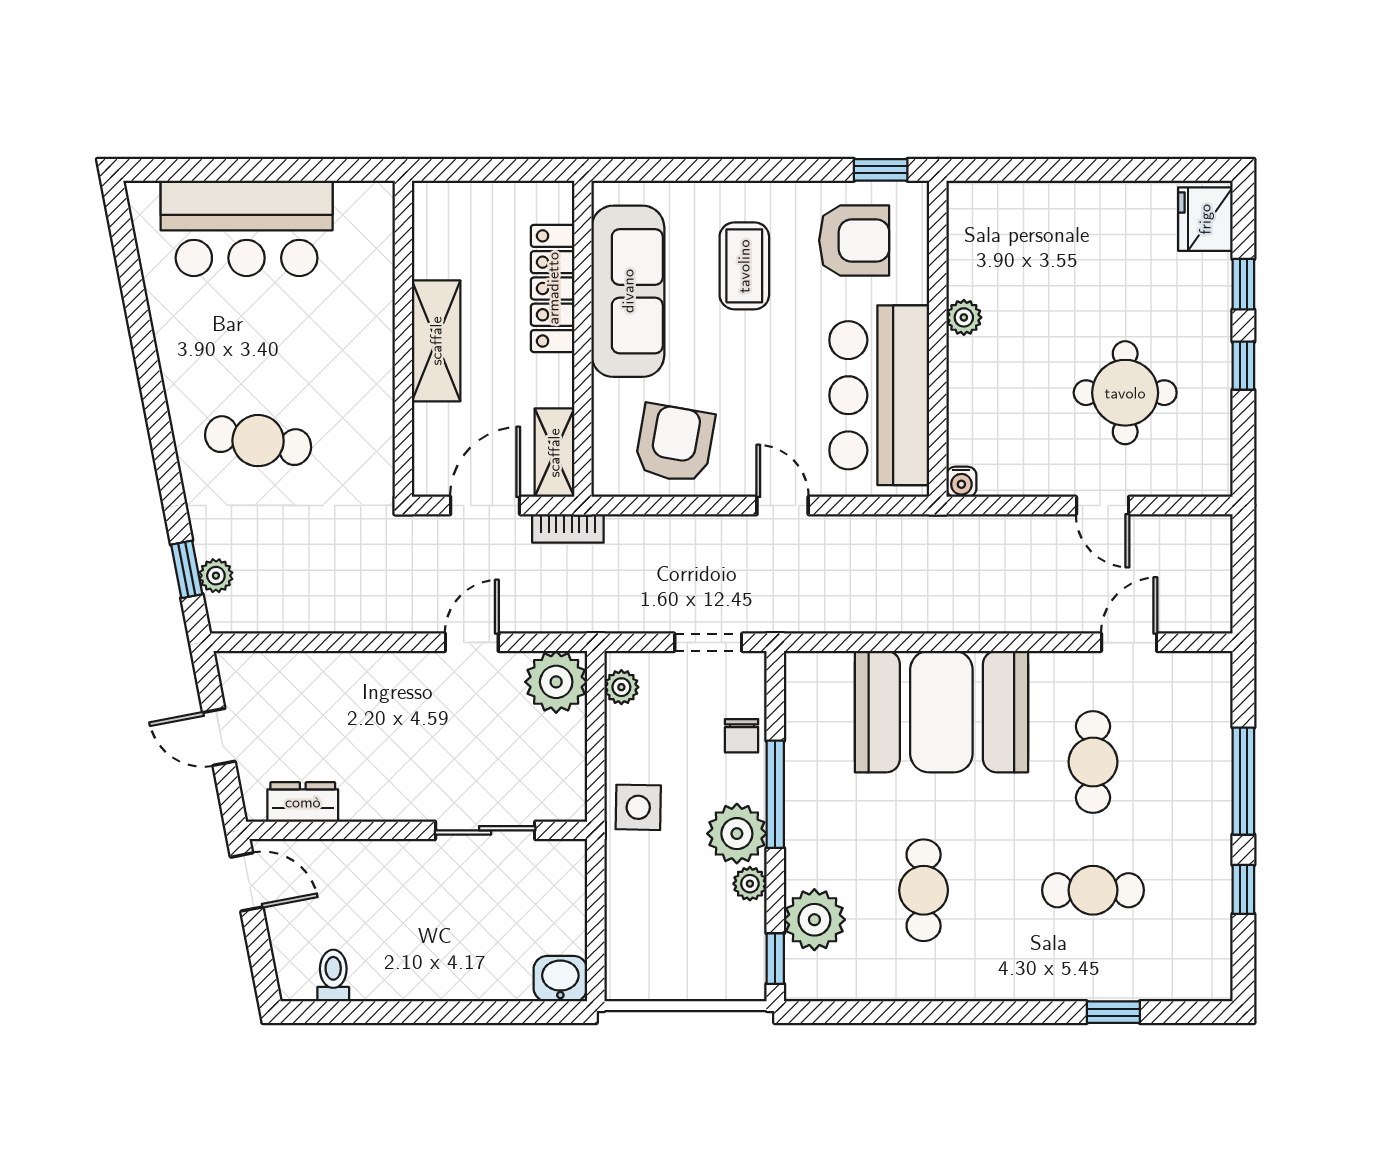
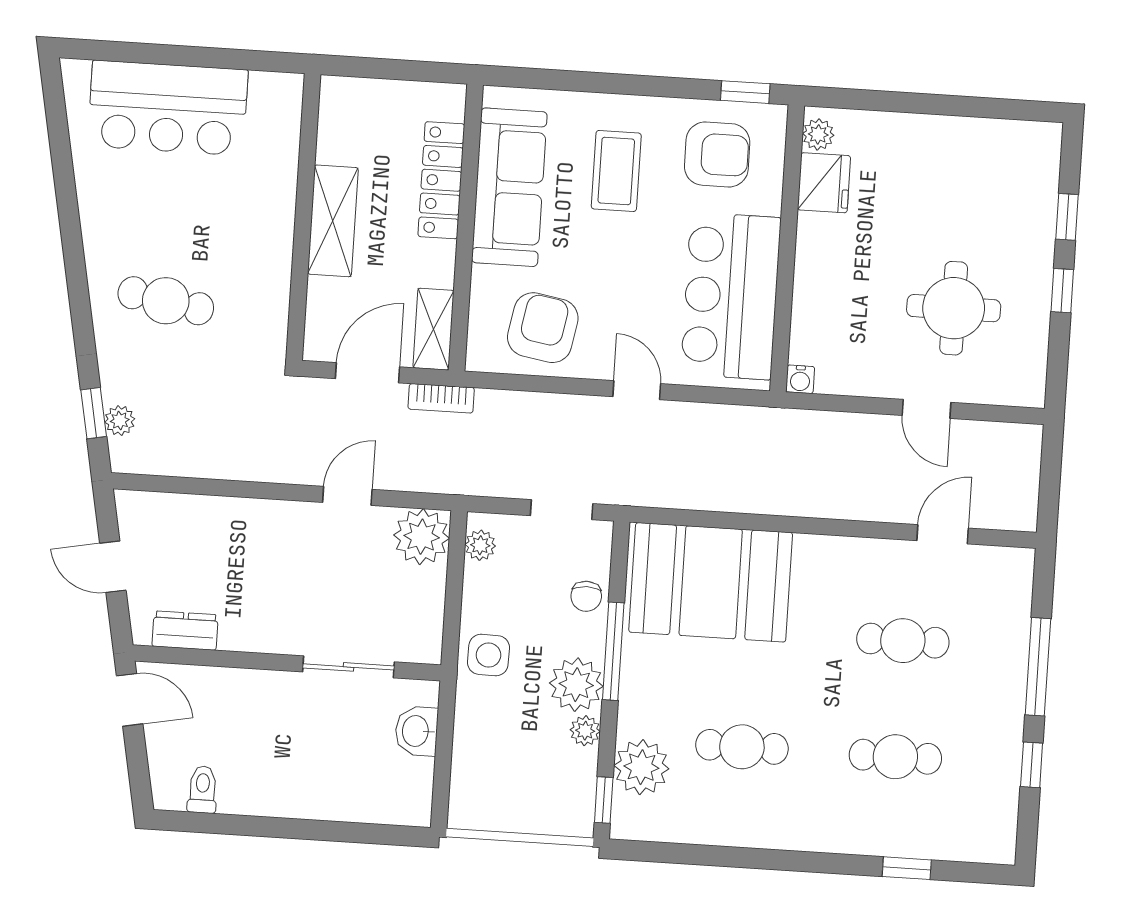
fridge: (1205, 219) -> (824, 183), moved, turned 180
plant: (964, 317) -> (818, 134), moved
booth: (941, 712) -> (711, 582), moved
cafe table: (1093, 762) -> (903, 641), turned 90
cafe table: (924, 890) -> (742, 747), turned 90
washbasin: (560, 979) -> (417, 731), moved, turned -90

